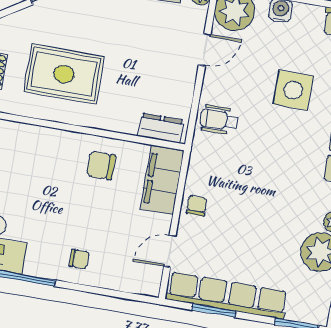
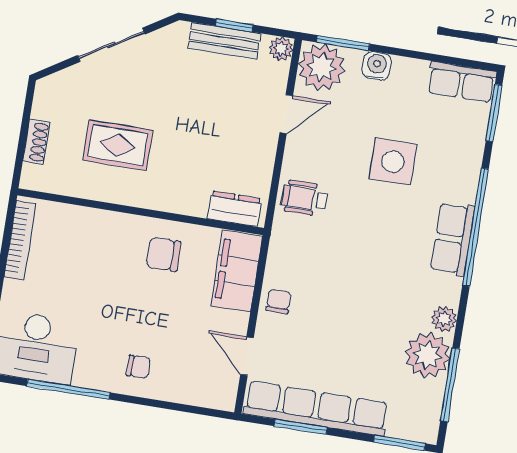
rug: (64, 74) -> (118, 145), width x0.73, depth x0.70
door: (170, 251) -> (247, 356), hinge flipped

